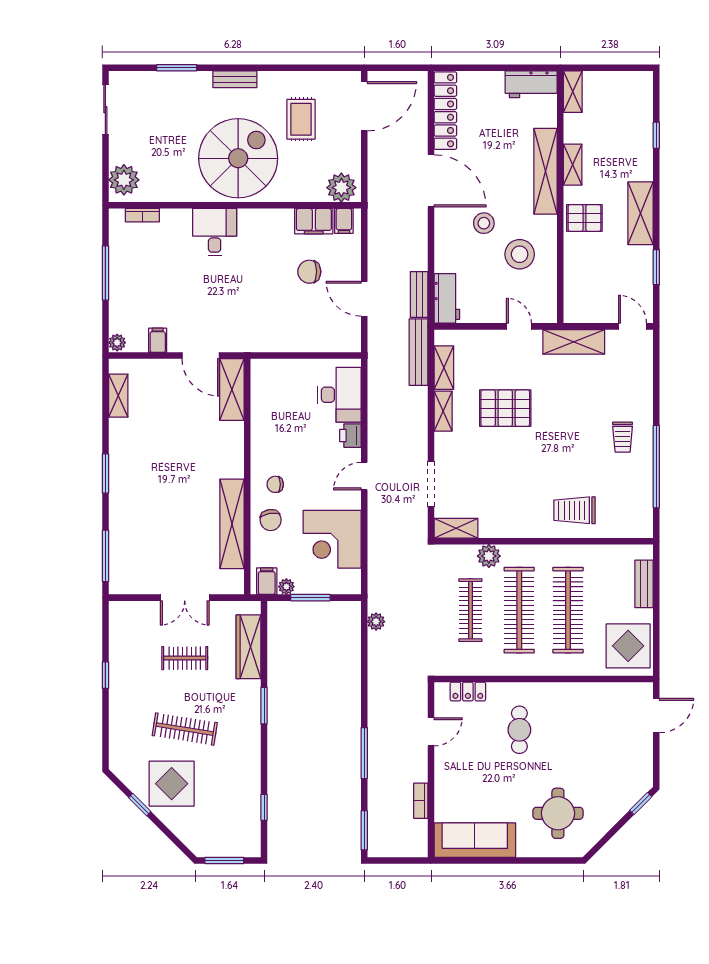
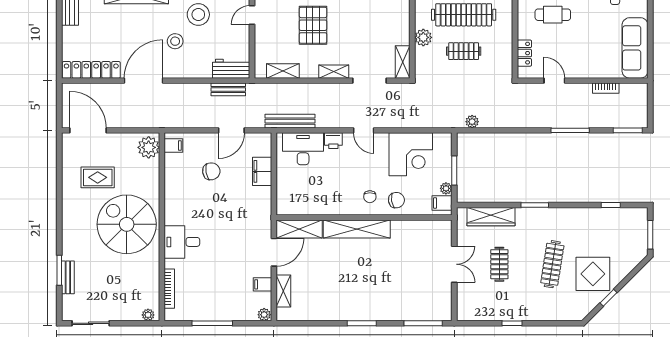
bench: (235, 79) -> (68, 277), moved
plant: (124, 180) -> (148, 315), width x0.53, depth x0.53
bookcase: (142, 215) -> (169, 289), width x1.56
filing cabinet: (314, 221) -> (262, 171), moved, turned 180
chair: (309, 272) -> (211, 171), turned -99
bench: (418, 352) -> (290, 121), moved
shelving: (118, 396) -> (283, 291), moved, turned 90
shelving: (443, 411) -> (334, 72), moved
shelving: (232, 524) -> (357, 229), moved
clothes rail: (470, 610) -> (464, 51), width x0.73

